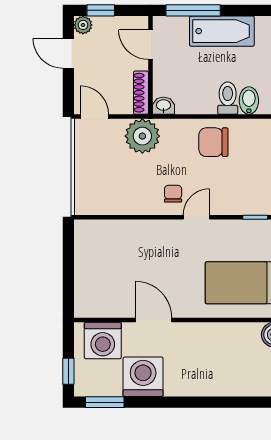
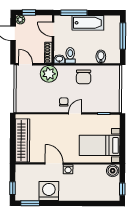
toilet: (228, 98) -> (70, 55), moved
chair: (213, 142) -> (84, 77), turned -90
wardrobe: (88, 273) -> (22, 140), added
washing machine: (103, 341) -> (68, 169), moved, width x0.53, depth x0.53

